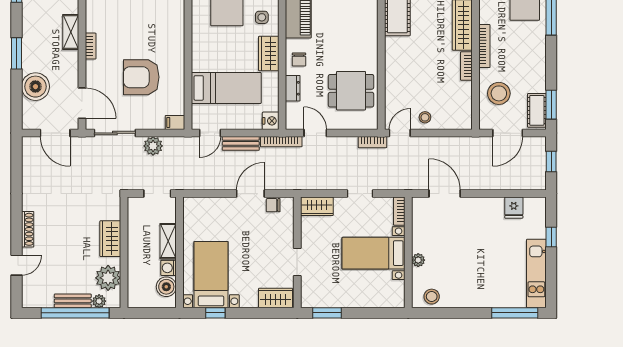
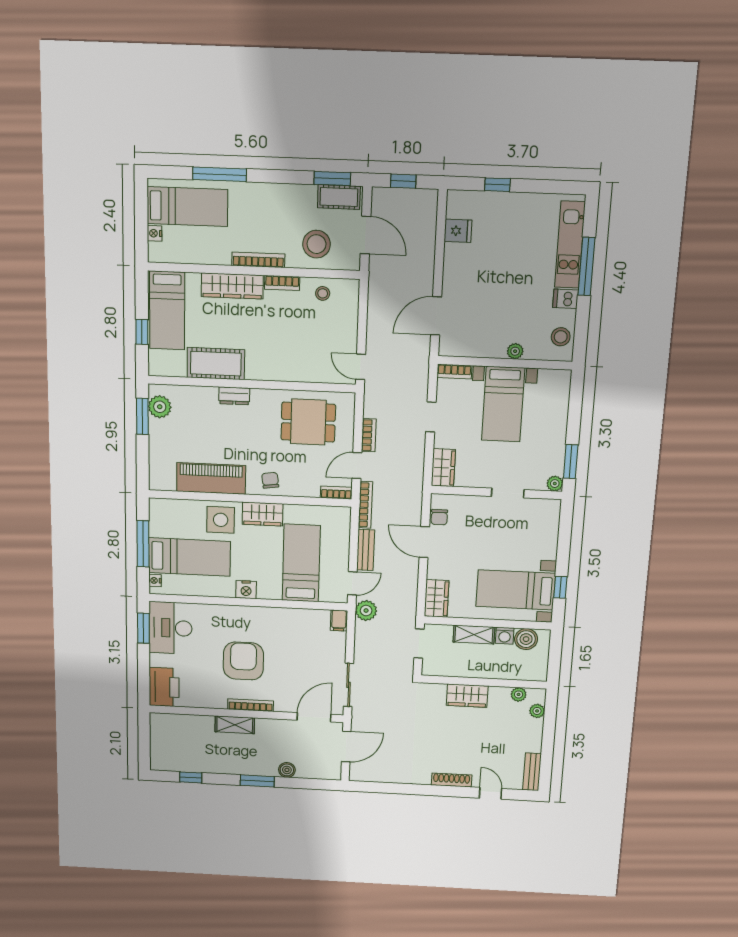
side table: (262, 17) -> (221, 520), width x1.87, depth x1.87
bookcase: (91, 46) -> (251, 705), width x1.56
chair: (299, 60) -> (270, 480), turned -98
armchair: (141, 77) -> (243, 661), moved, turned 180
boiler: (35, 87) -> (287, 770), width x0.54, depth x0.54
dresser: (293, 88) -> (234, 396), moved, turned 180
dining table: (351, 91) -> (308, 422), turned 90
bookcase: (291, 116) -> (336, 493), added
stool: (425, 117) -> (323, 293), moved
nightstand: (271, 121) -> (246, 590), moved, turned 180
door: (210, 133) -> (352, 583), hinge flipped
bookcase: (372, 142) -> (369, 435), moved
plant: (153, 146) -> (366, 611), moved
kitchen unit: (536, 273) -> (570, 245), moved, turned 90
plant: (108, 278) -> (519, 694), width x0.53, depth x0.53
wardrobe: (276, 298) -> (437, 598), moved, turned 180
dishwasher: (463, 298) -> (565, 299), added
bench: (73, 301) -> (532, 772), moved
plant: (307, 301) -> (555, 484), added
window: (75, 313) -> (548, 737), removed
window: (515, 313) -> (586, 266), moved

